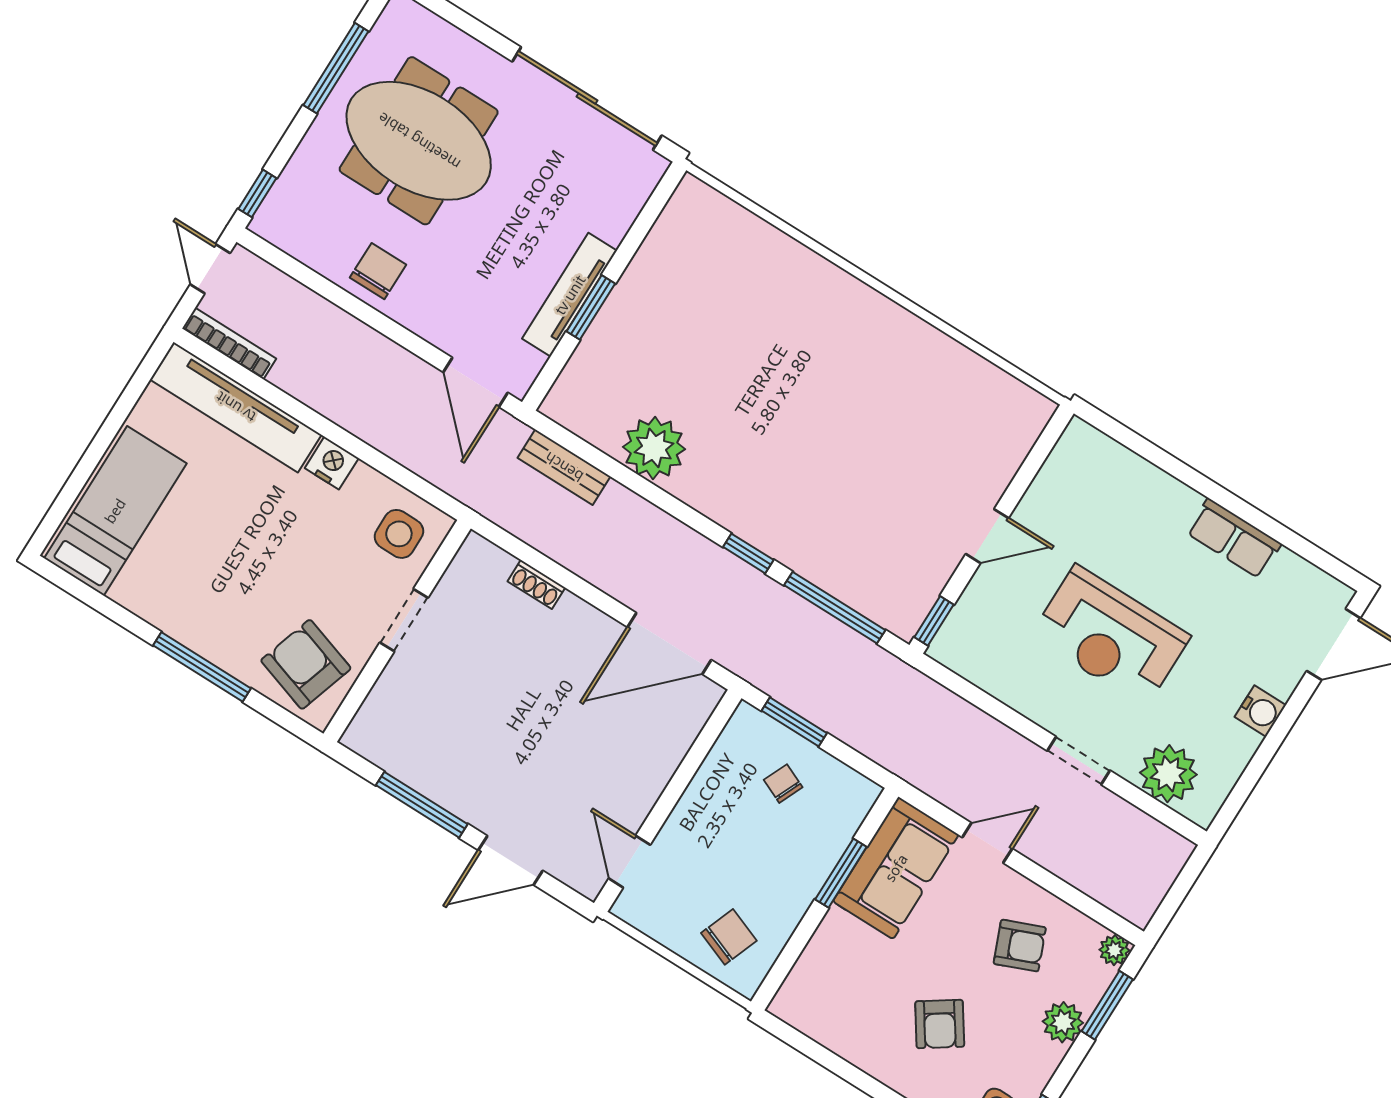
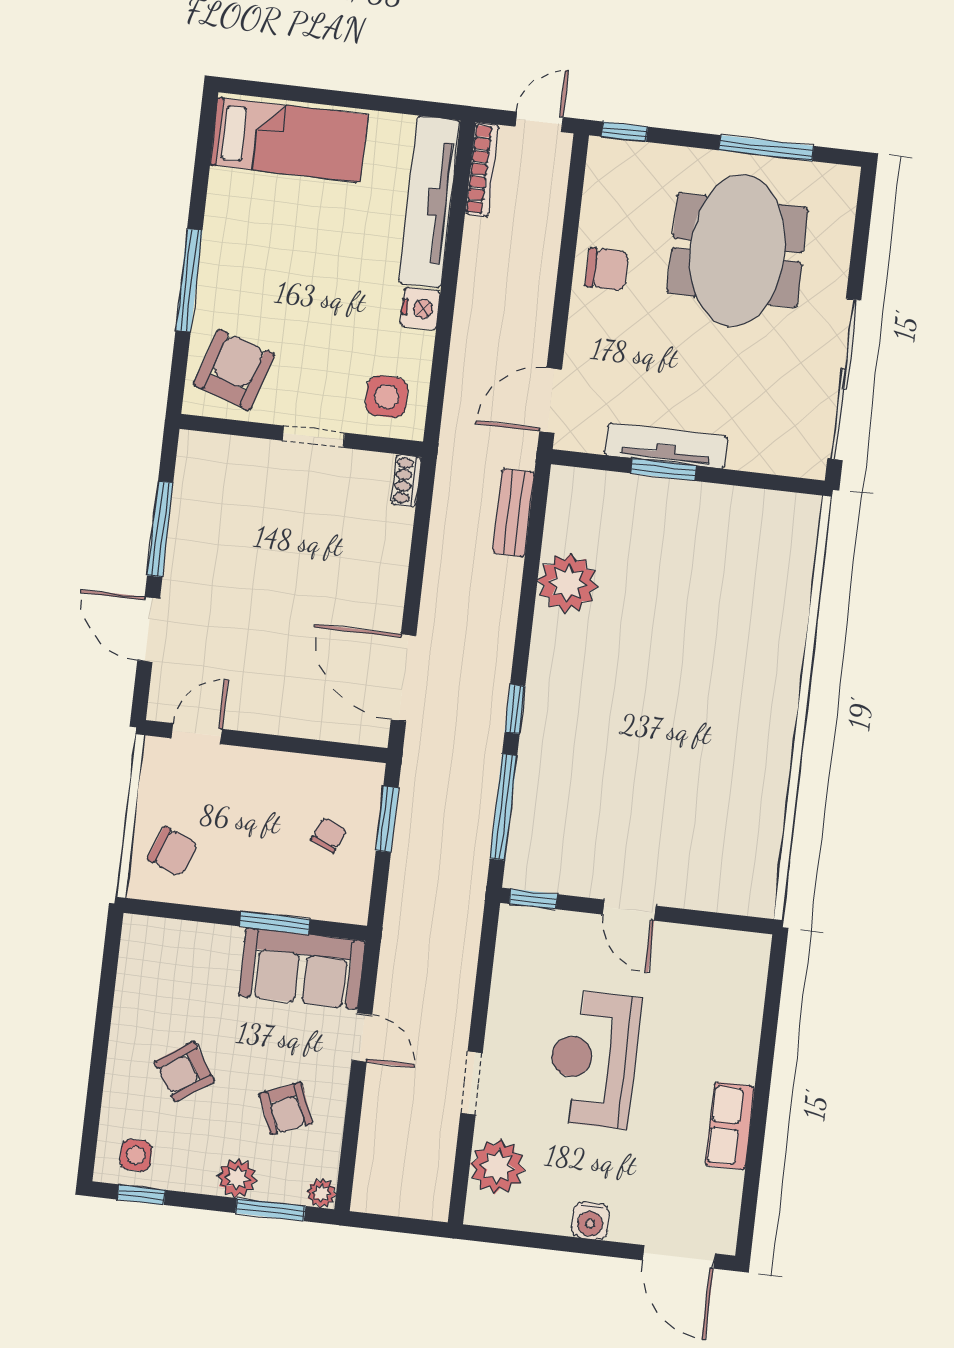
shoe rack: (536, 584) -> (406, 481), moved

